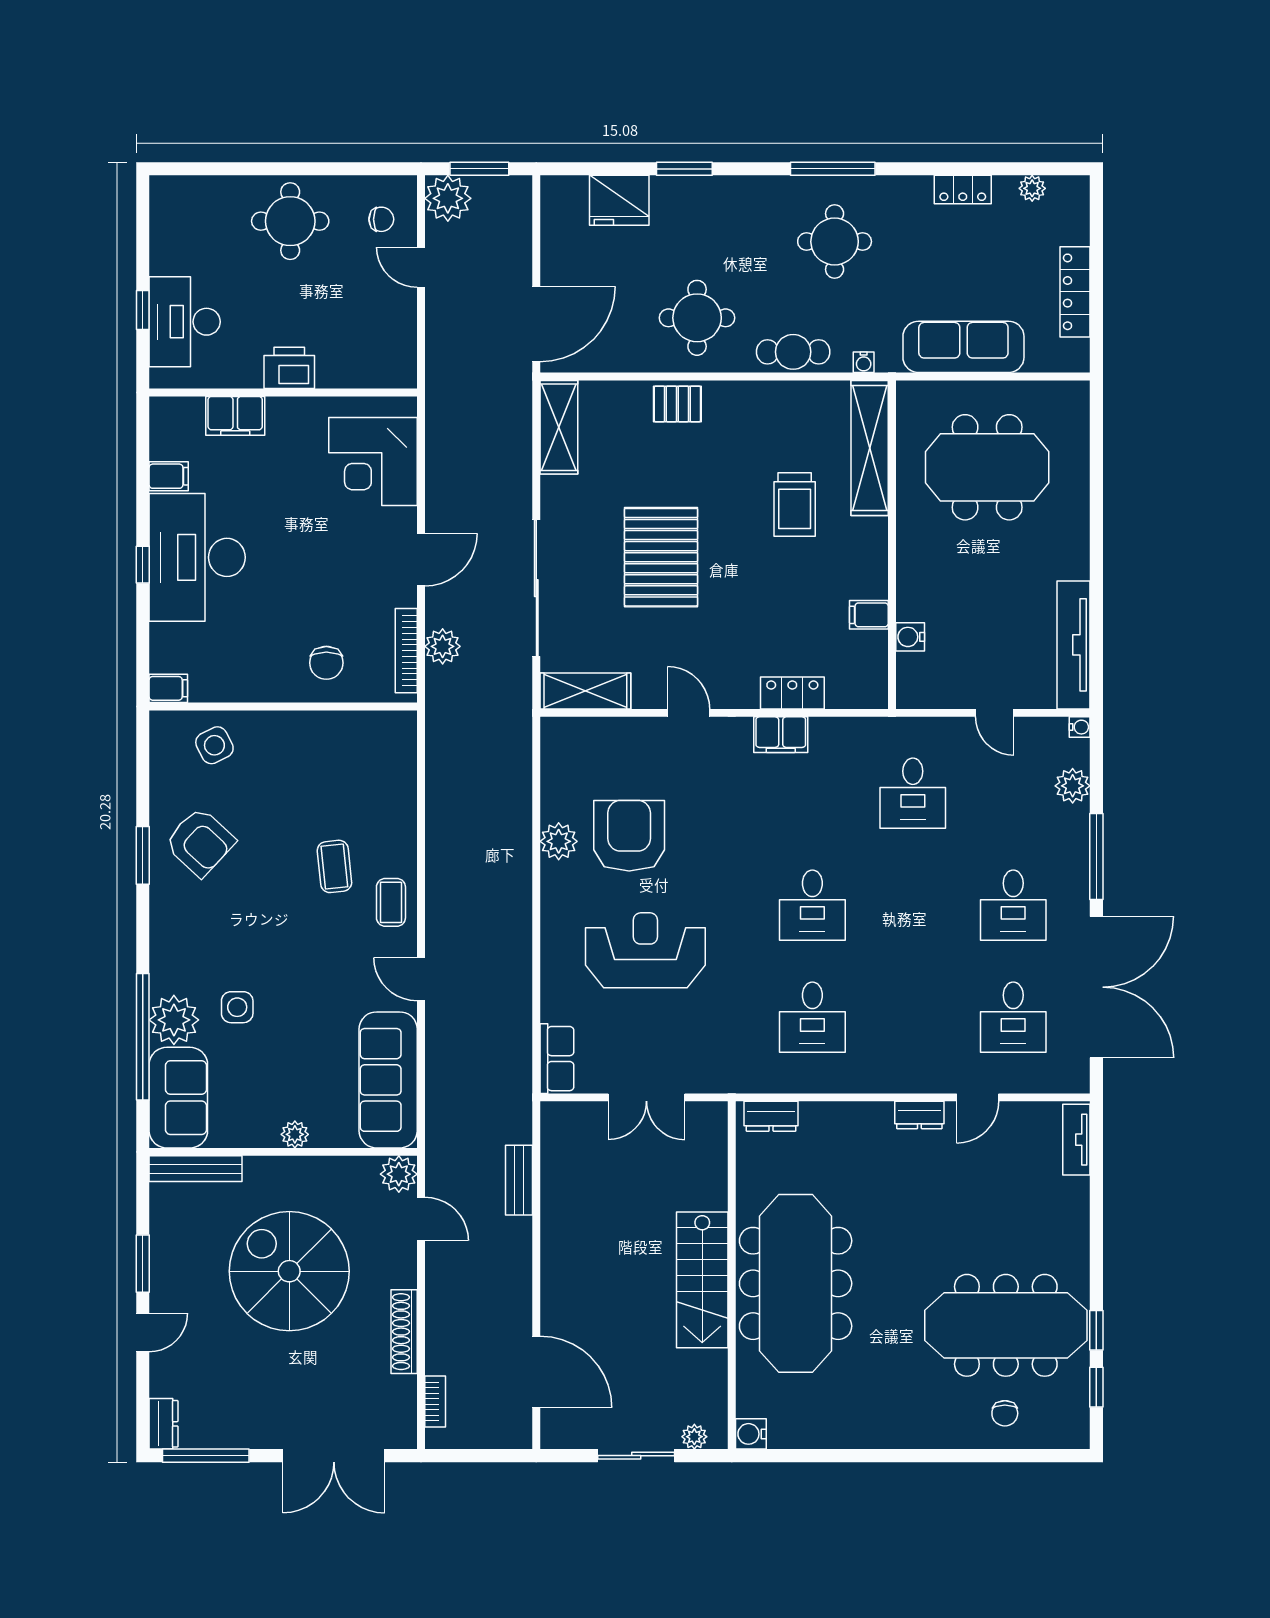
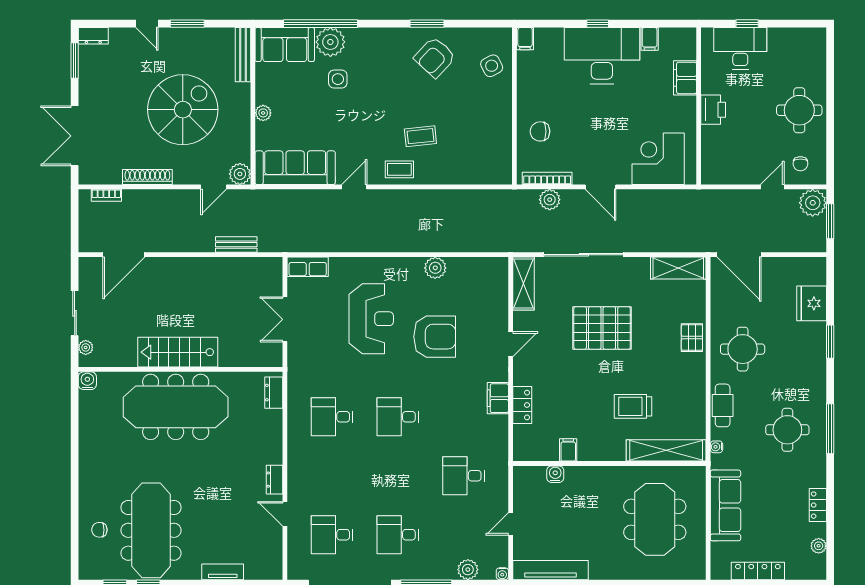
armchair: (629, 836) -> (435, 337), moved
tv unit: (1076, 1140) -> (223, 572), moved
window: (206, 1456) -> (75, 61), width x0.69

